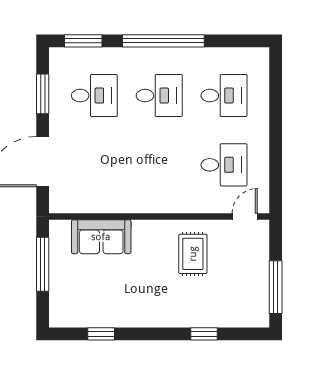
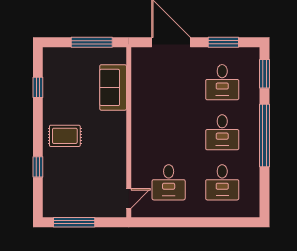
door: (245, 216) -> (129, 198), hinge flipped
rug: (193, 254) -> (65, 136), moved

